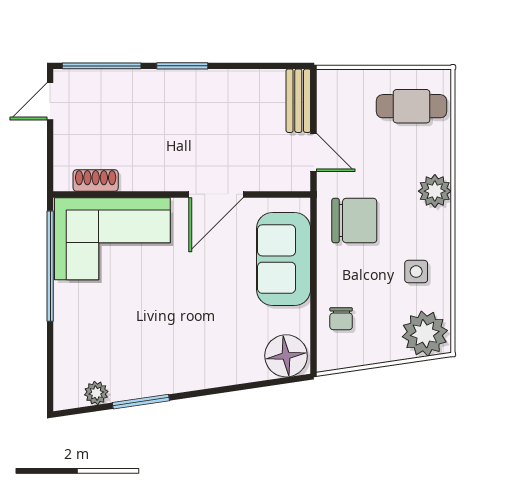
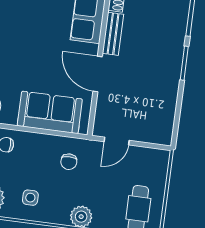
bench: (298, 101) -> (113, 34), moved, turned 90
chair: (354, 221) -> (69, 162), width x0.54, depth x0.54

